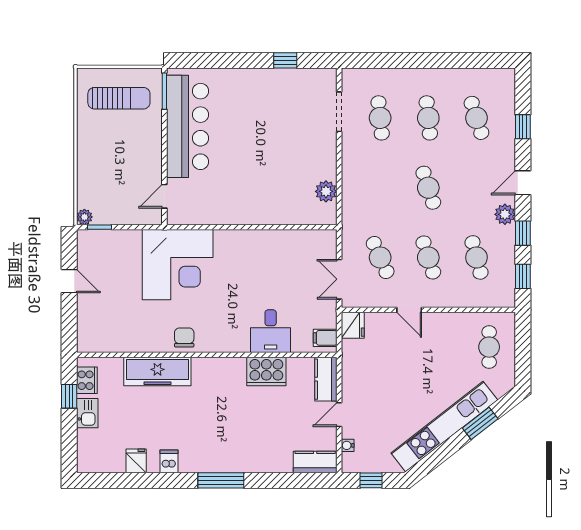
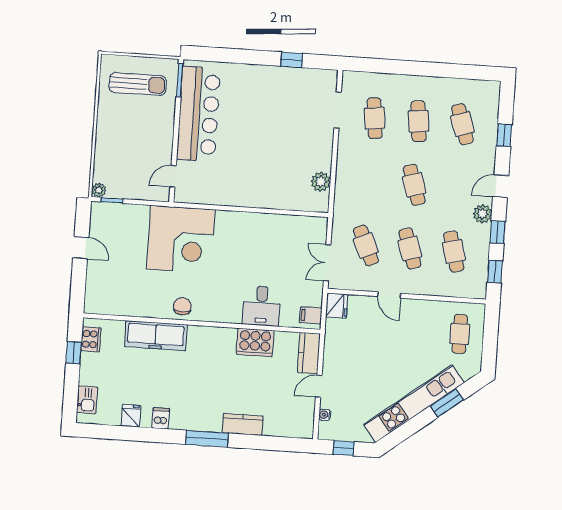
kitchen sink: (87, 413) -> (87, 400), moved
kitchen counter: (315, 462) -> (243, 424), moved

